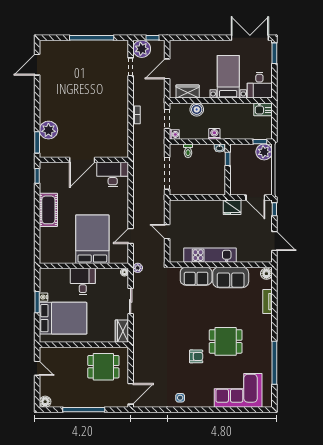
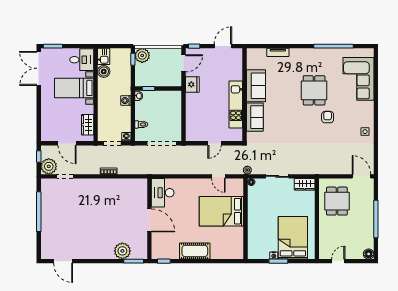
boiler: (197, 109) -> (104, 71), moved
floor lamp: (266, 274) -> (253, 53), removed
desk: (83, 281) -> (260, 220), removed

